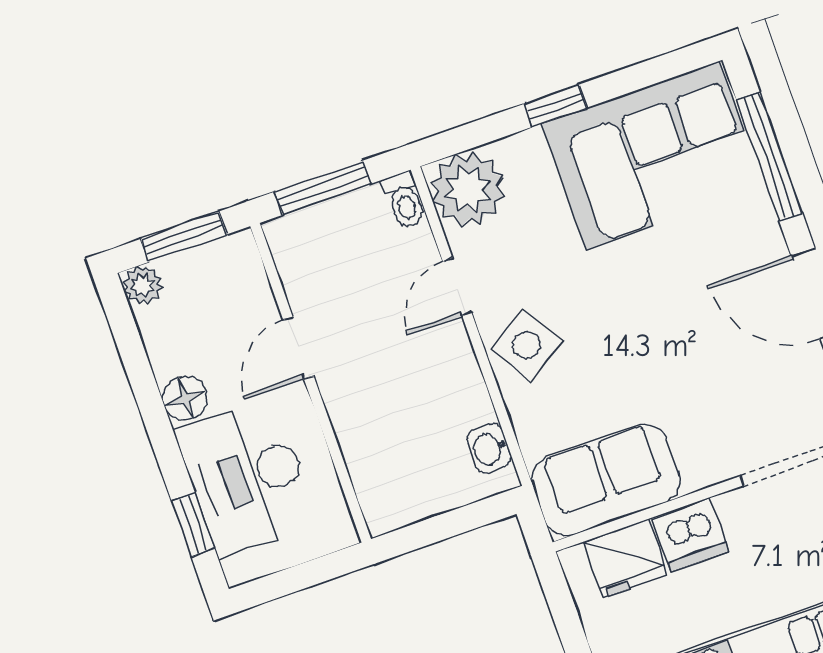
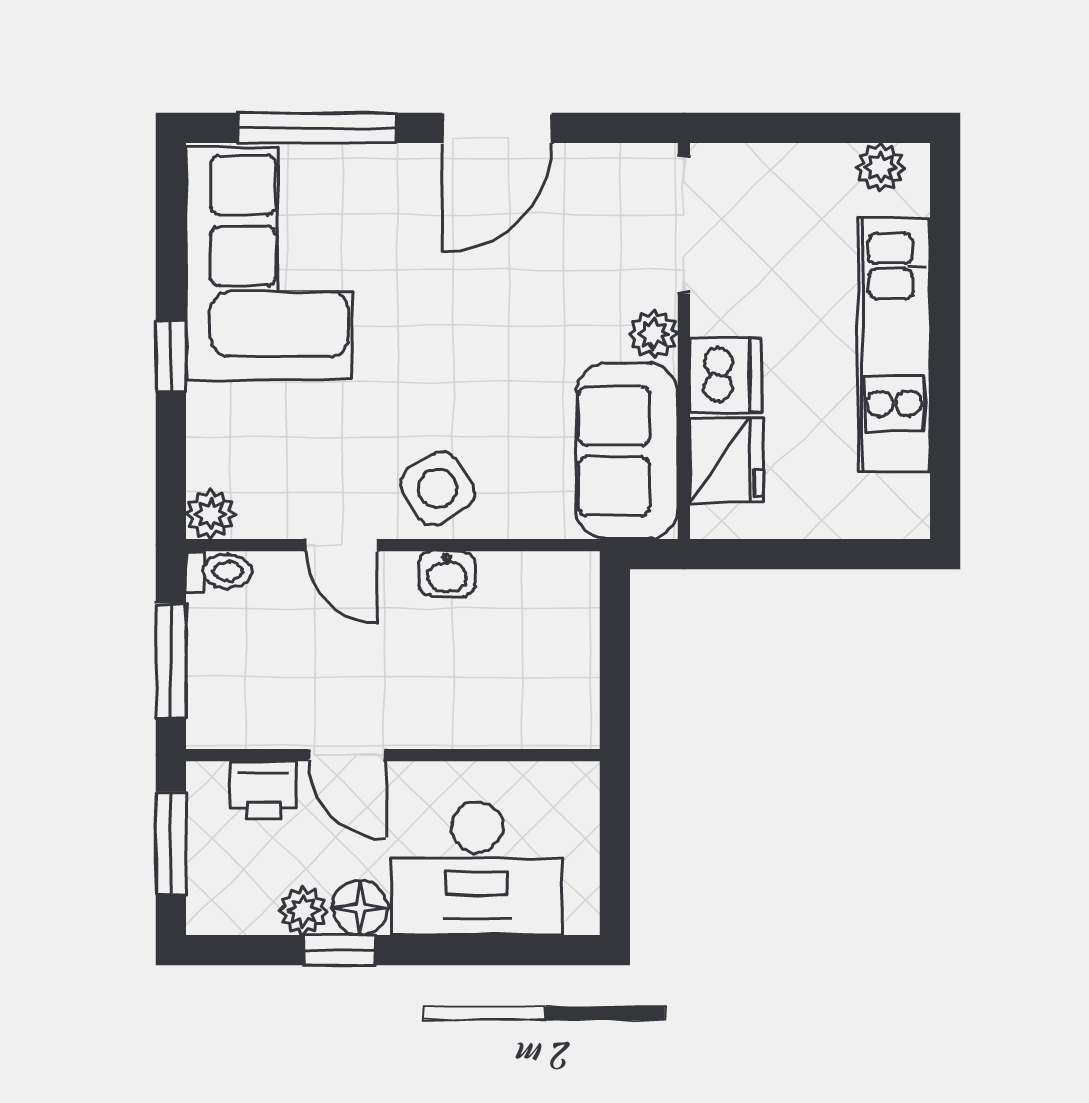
plant: (468, 189) -> (211, 514), width x0.53, depth x0.53
plant: (142, 285) -> (303, 911), moved
printer: (249, 293) -> (263, 790), added
washbasin: (489, 448) -> (447, 574), moved
plant: (702, 469) -> (654, 334), added
window: (193, 525) -> (340, 950), moved

